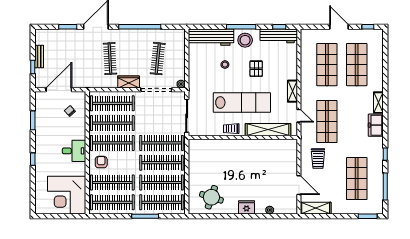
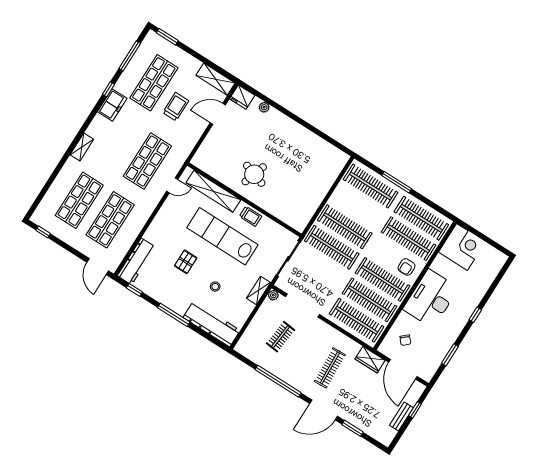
door: (339, 27) -> (98, 267), moved
workbench: (279, 36) -> (136, 261), moved, turned 90
stool: (245, 40) -> (178, 298), removed
clothes rail: (158, 59) -> (280, 337), width x0.73
wardrobe: (129, 82) -> (370, 360), moved
door: (59, 90) -> (403, 369), hinge flipped
shelving: (292, 91) -> (259, 290), moved
door: (299, 116) -> (172, 185), swing flipped
freezer: (376, 125) -> (112, 105), moved
desk: (74, 151) -> (431, 299), width x1.87, depth x1.30
trolley: (318, 159) -> (176, 107), moved
clothes rail: (162, 182) -> (358, 206), removed
door: (299, 185) -> (218, 114), hinge flipped
corner desk: (67, 195) -> (462, 247), width x0.74, depth x0.74
round table: (211, 197) -> (254, 174), moved
fridge: (246, 207) -> (242, 97), moved

